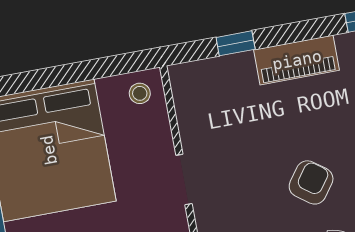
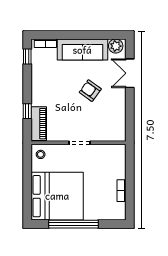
piano: (297, 60) -> (39, 124), moved

